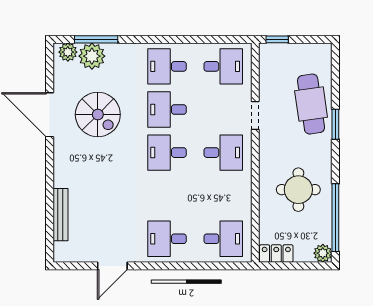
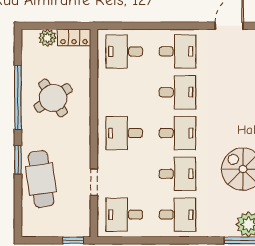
doorway: (255, 115) -> (94, 182), moved
round table: (298, 190) -> (53, 98), turned -33
desk: (167, 196) -> (177, 92), added
window: (335, 218) -> (18, 97), moved
plant: (323, 253) -> (47, 38), moved

